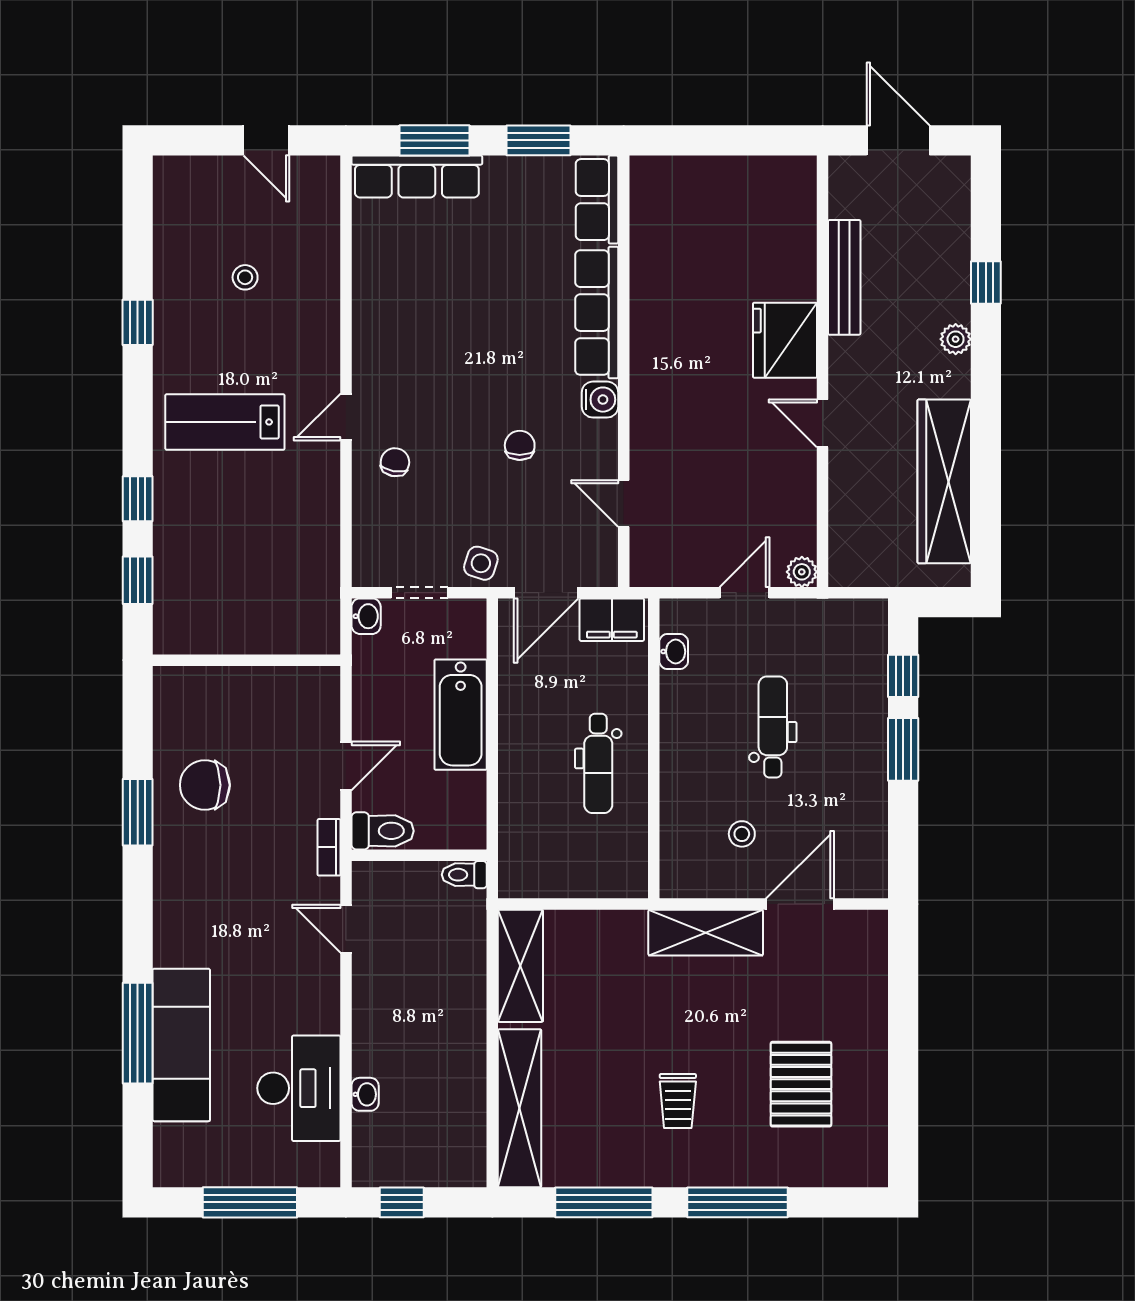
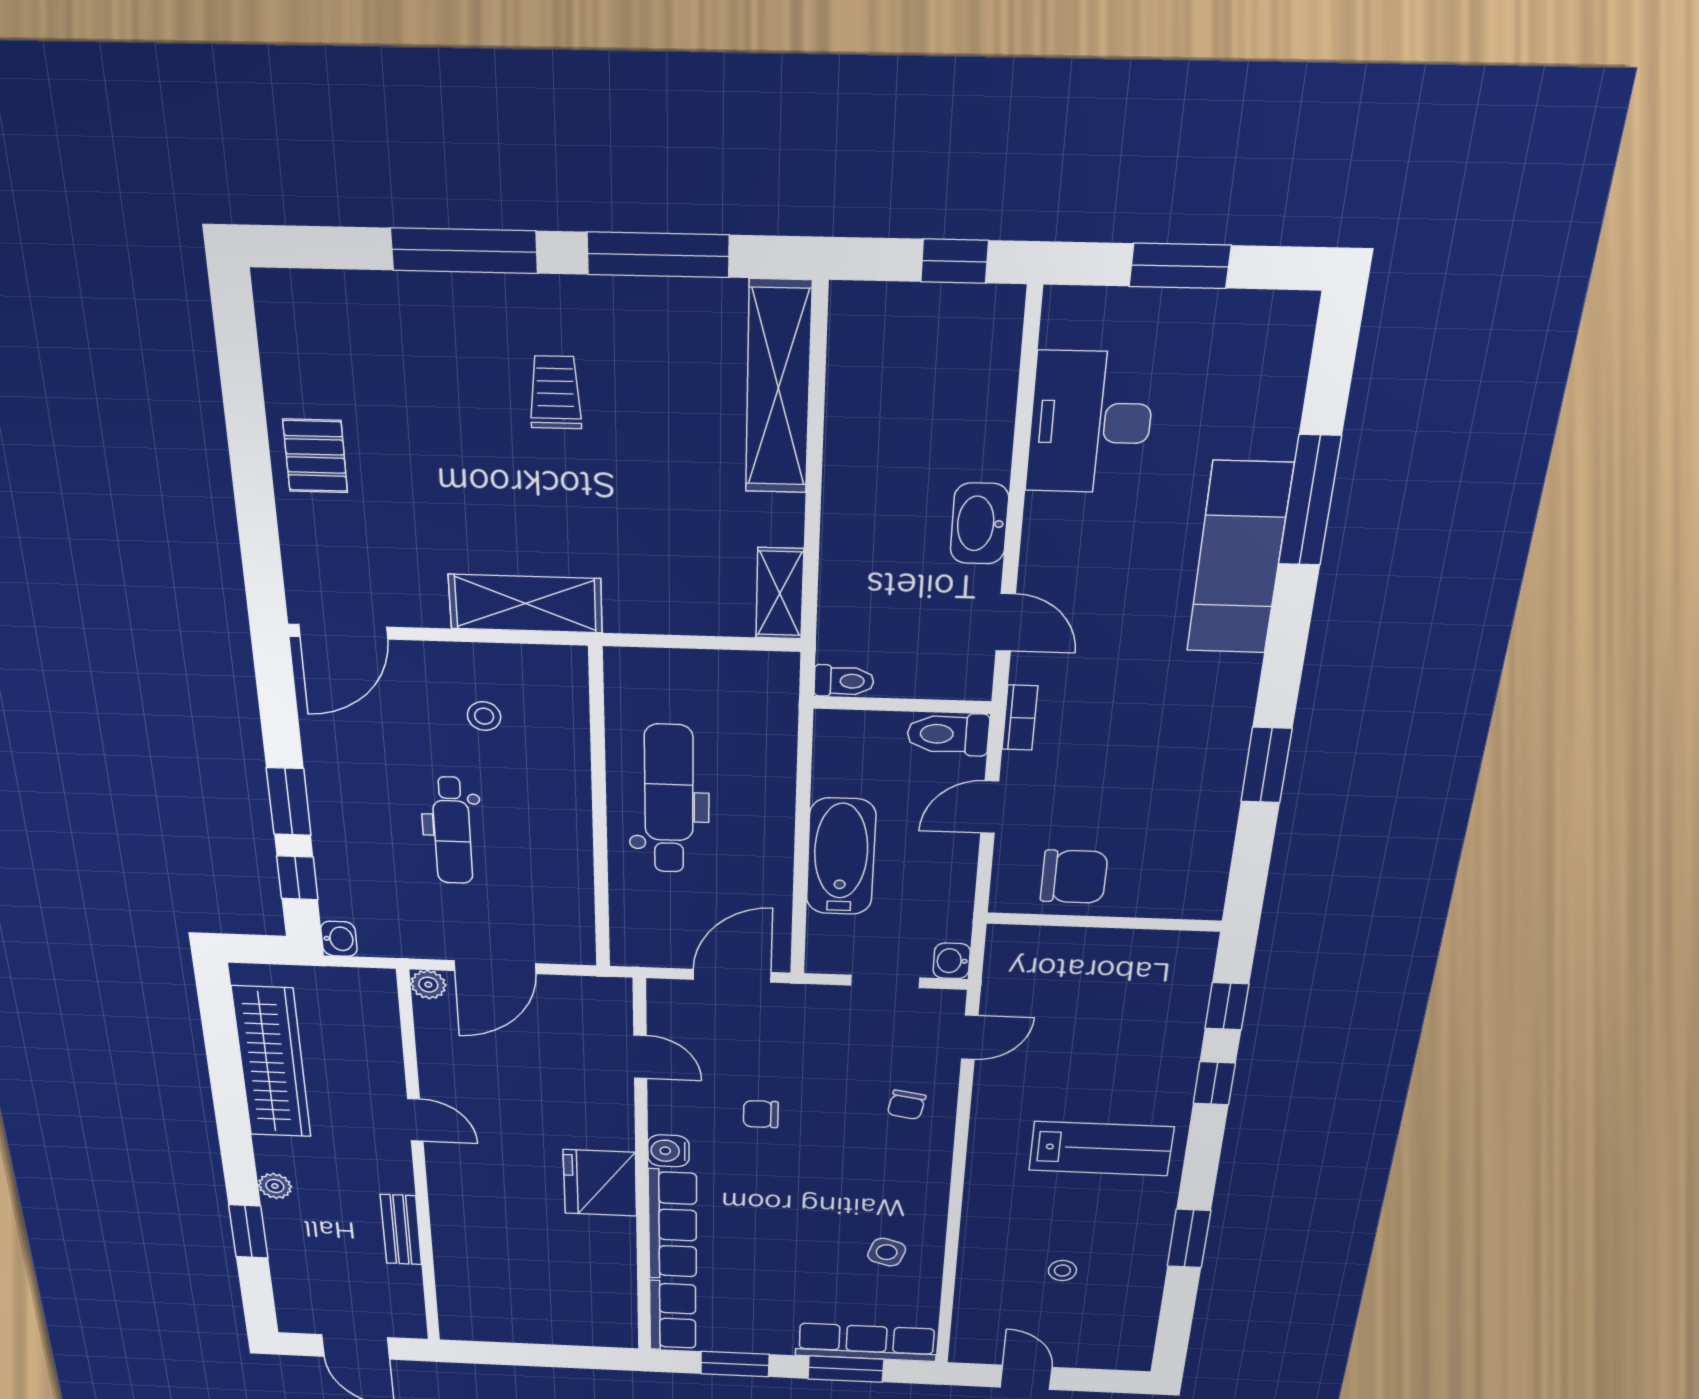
bench: (844, 277) -> (401, 1230), width x0.73
window: (986, 283) -> (248, 1231), width x1.50
window: (138, 322) -> (1189, 1238), width x1.50
fridge: (785, 340) -> (600, 1183), moved, turned 180
door: (346, 417) -> (970, 1037), moved
chair: (520, 445) -> (761, 1114), turned 90
side table: (481, 563) -> (887, 1252), moved
door: (744, 593) -> (495, 967), width x1.38
filing cabinet: (612, 620) -> (653, 947), removed
washbasin: (674, 651) -> (339, 939), moved, turned 180
dental chair: (598, 763) -> (669, 799), width x1.36, depth x1.38
chair: (205, 785) -> (1074, 877), moved
door: (800, 904) -> (343, 632), moved
shelving: (520, 966) -> (780, 593), width x0.67, depth x0.75
exam couch: (181, 1045) -> (1239, 559), moved
pallet: (801, 1084) -> (315, 456), moved, width x0.67, depth x0.71
washbasin: (365, 1094) -> (979, 524), moved, width x1.91, depth x1.45
window: (250, 1202) -> (1180, 266), width x0.69

